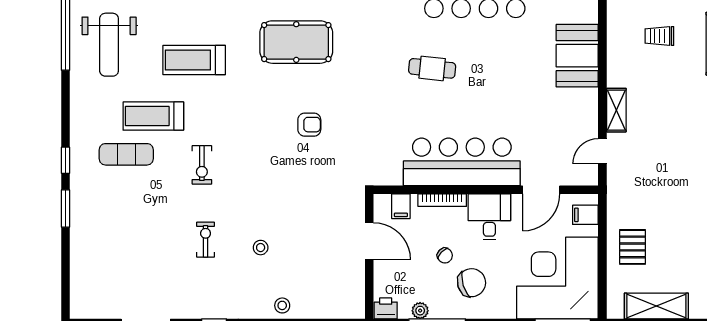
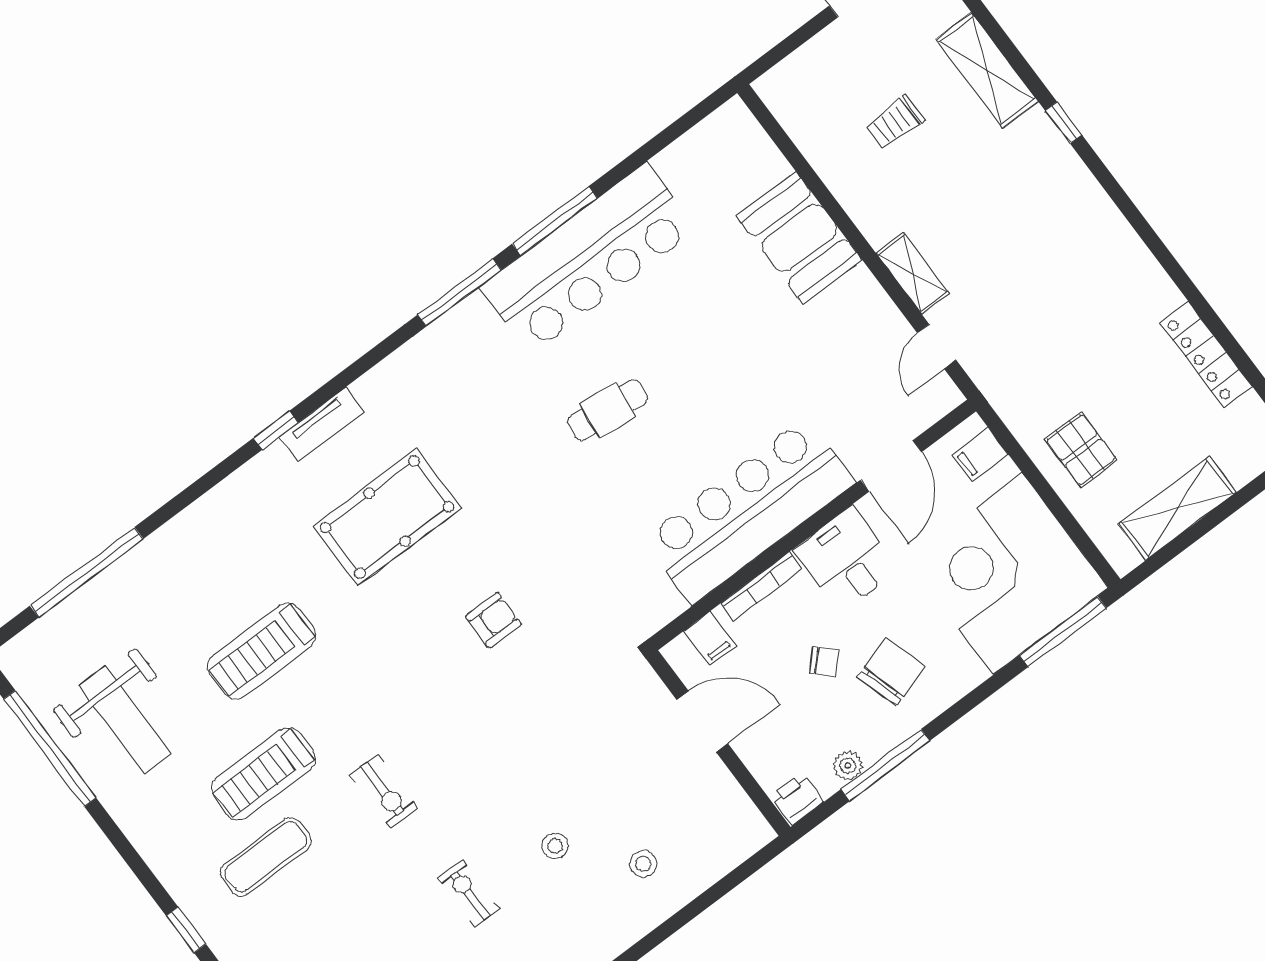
stool: (282, 305) -> (643, 864), moved

